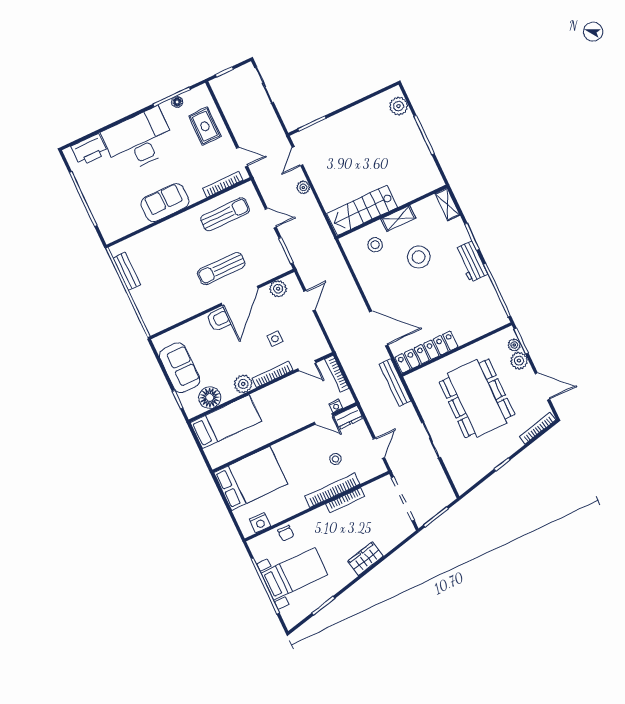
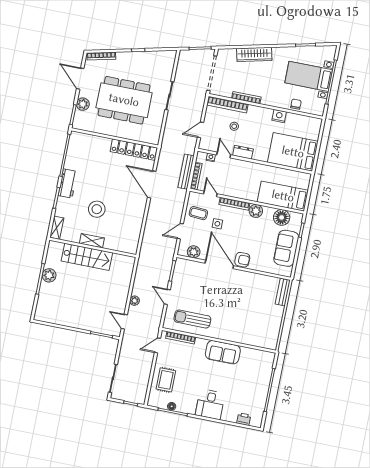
plant: (398, 106) -> (49, 275), moved
desk: (139, 140) -> (210, 404), width x0.53, depth x0.77
printer: (89, 150) -> (244, 419), width x0.53, depth x0.68
door: (297, 156) -> (124, 322), swing flipped
door: (242, 157) -> (157, 345), hinge flipped
stairs: (362, 210) -> (87, 257), moved
stool: (375, 245) -> (117, 236), removed
sun lounger: (221, 268) -> (218, 289), removed
bench: (127, 271) -> (283, 292), moved
door: (240, 296) -> (219, 264), hinge flipped
armchair: (219, 320) -> (242, 260), turned 180
coffee table: (304, 335) -> (198, 213), added
plant: (514, 345) -> (79, 115), removed
bench: (395, 383) -> (186, 172), moved
dining table: (477, 398) -> (124, 100), turned 90
dresser: (348, 417) -> (243, 152), moved
door: (379, 448) -> (201, 130), moved
bookcase: (332, 490) -> (227, 105), moved
nightstand: (260, 523) -> (279, 116), moved
wardrobe: (365, 559) -> (254, 54), width x1.50

